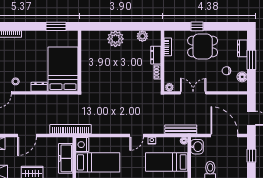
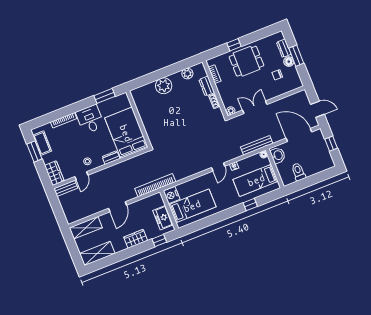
desk: (34, 43) -> (90, 119), added
floor lamp: (242, 77) -> (289, 62), moved
freezer: (66, 158) -> (163, 218), width x0.71

